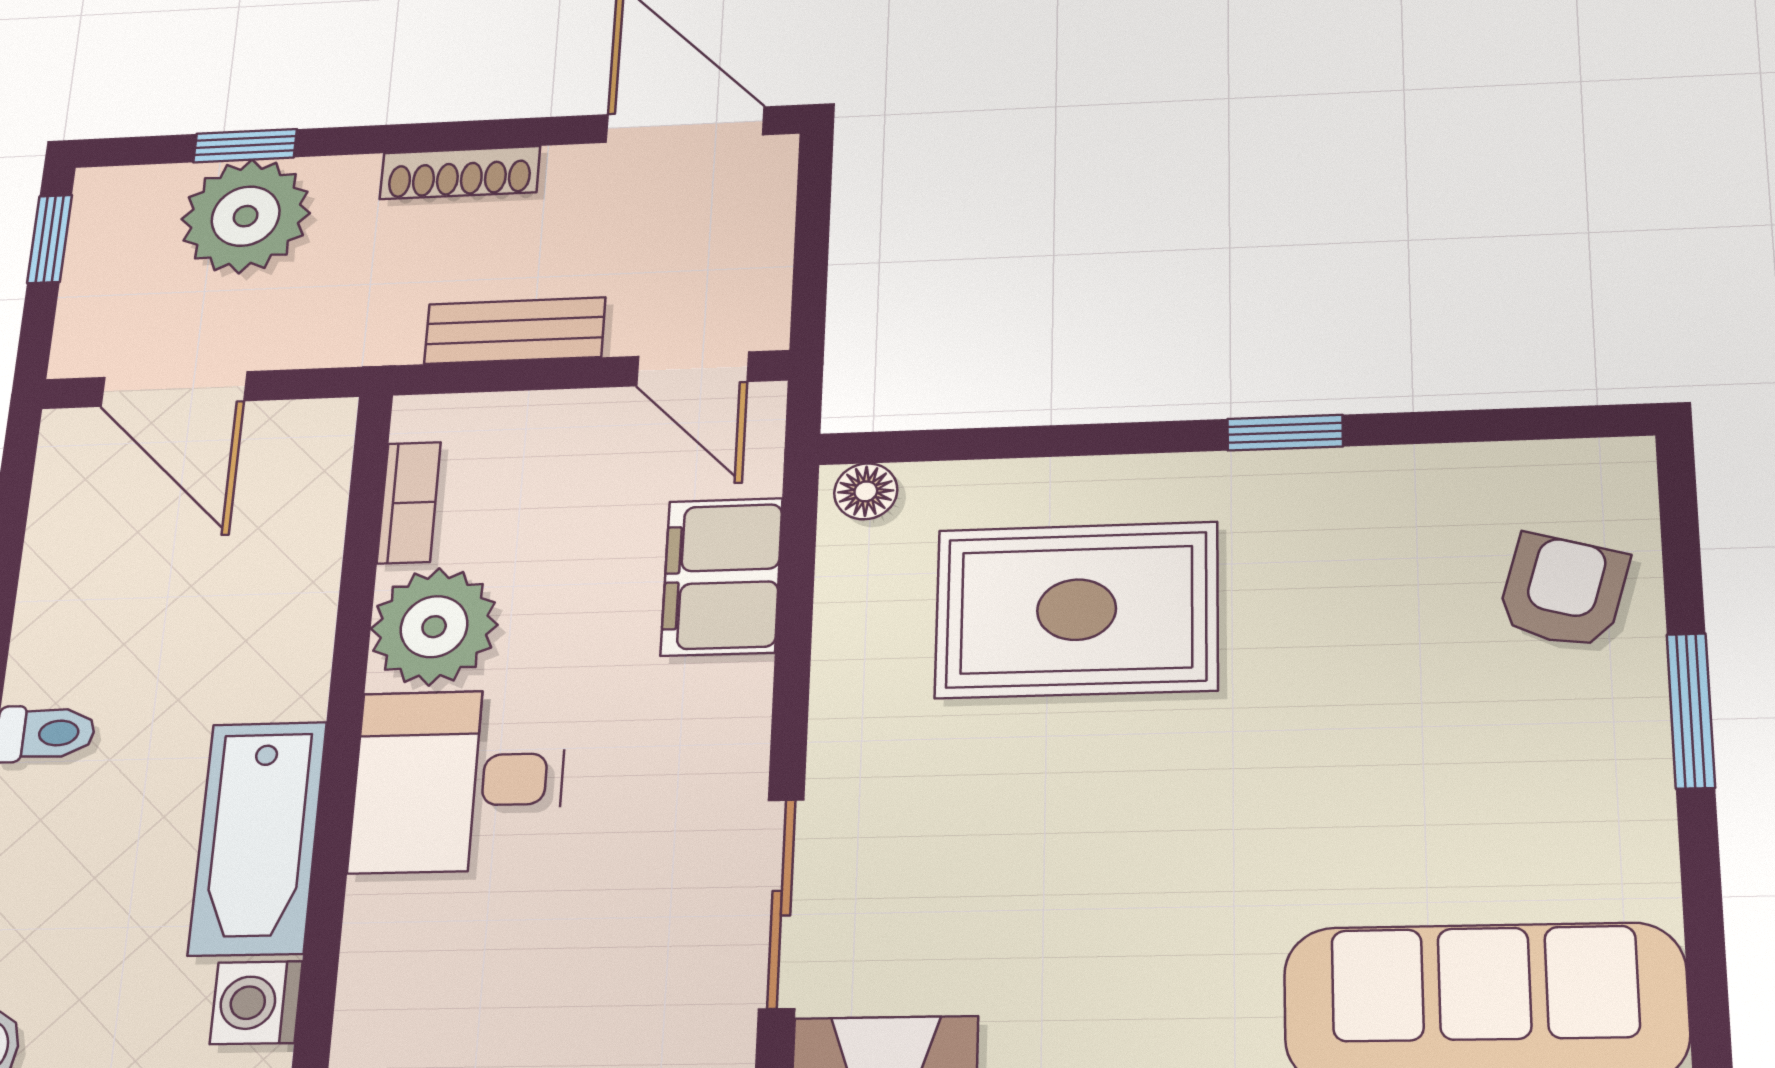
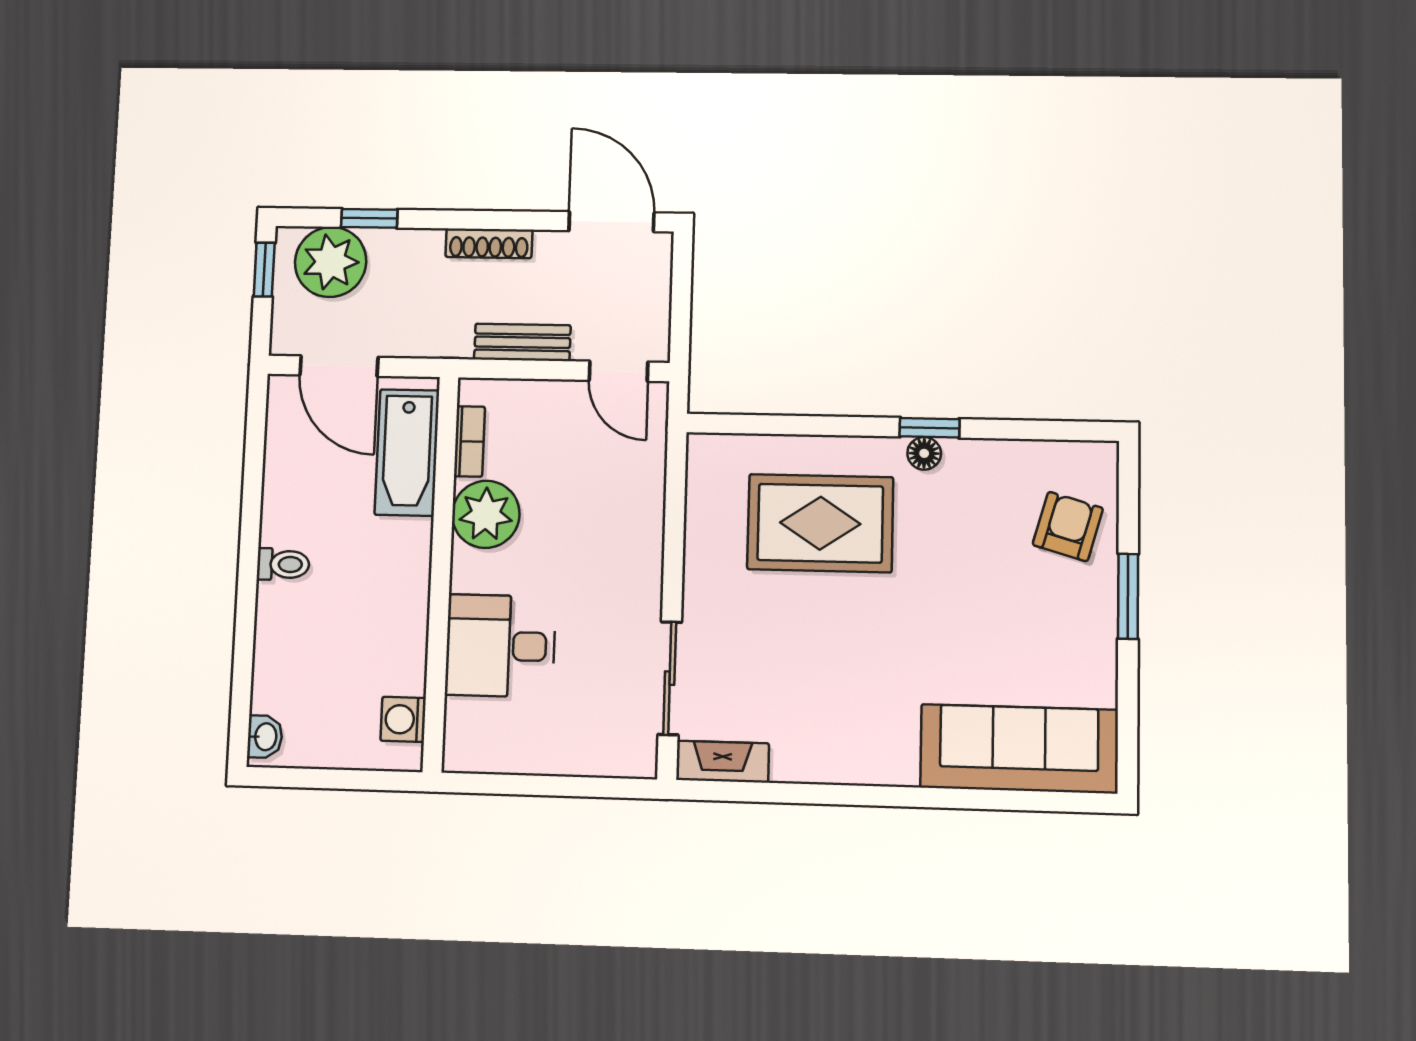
plant: (246, 216) -> (331, 262), moved
floor lamp: (866, 491) -> (924, 453), moved
filing cabinet: (722, 577) -> (636, 494), removed
desk: (459, 781) -> (500, 646), moved
bathtub: (258, 838) -> (407, 452), moved

